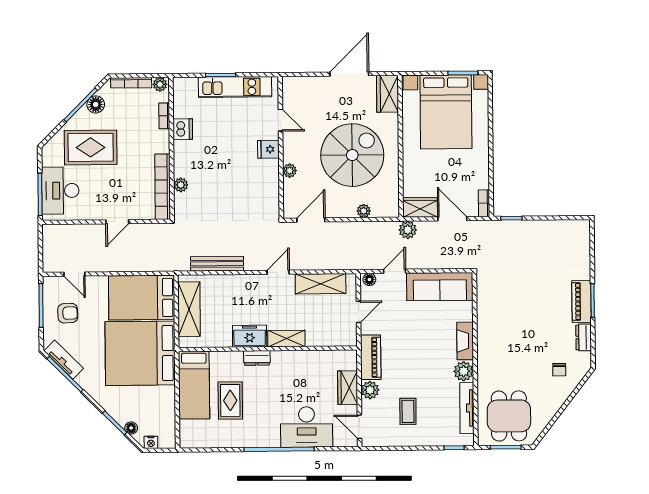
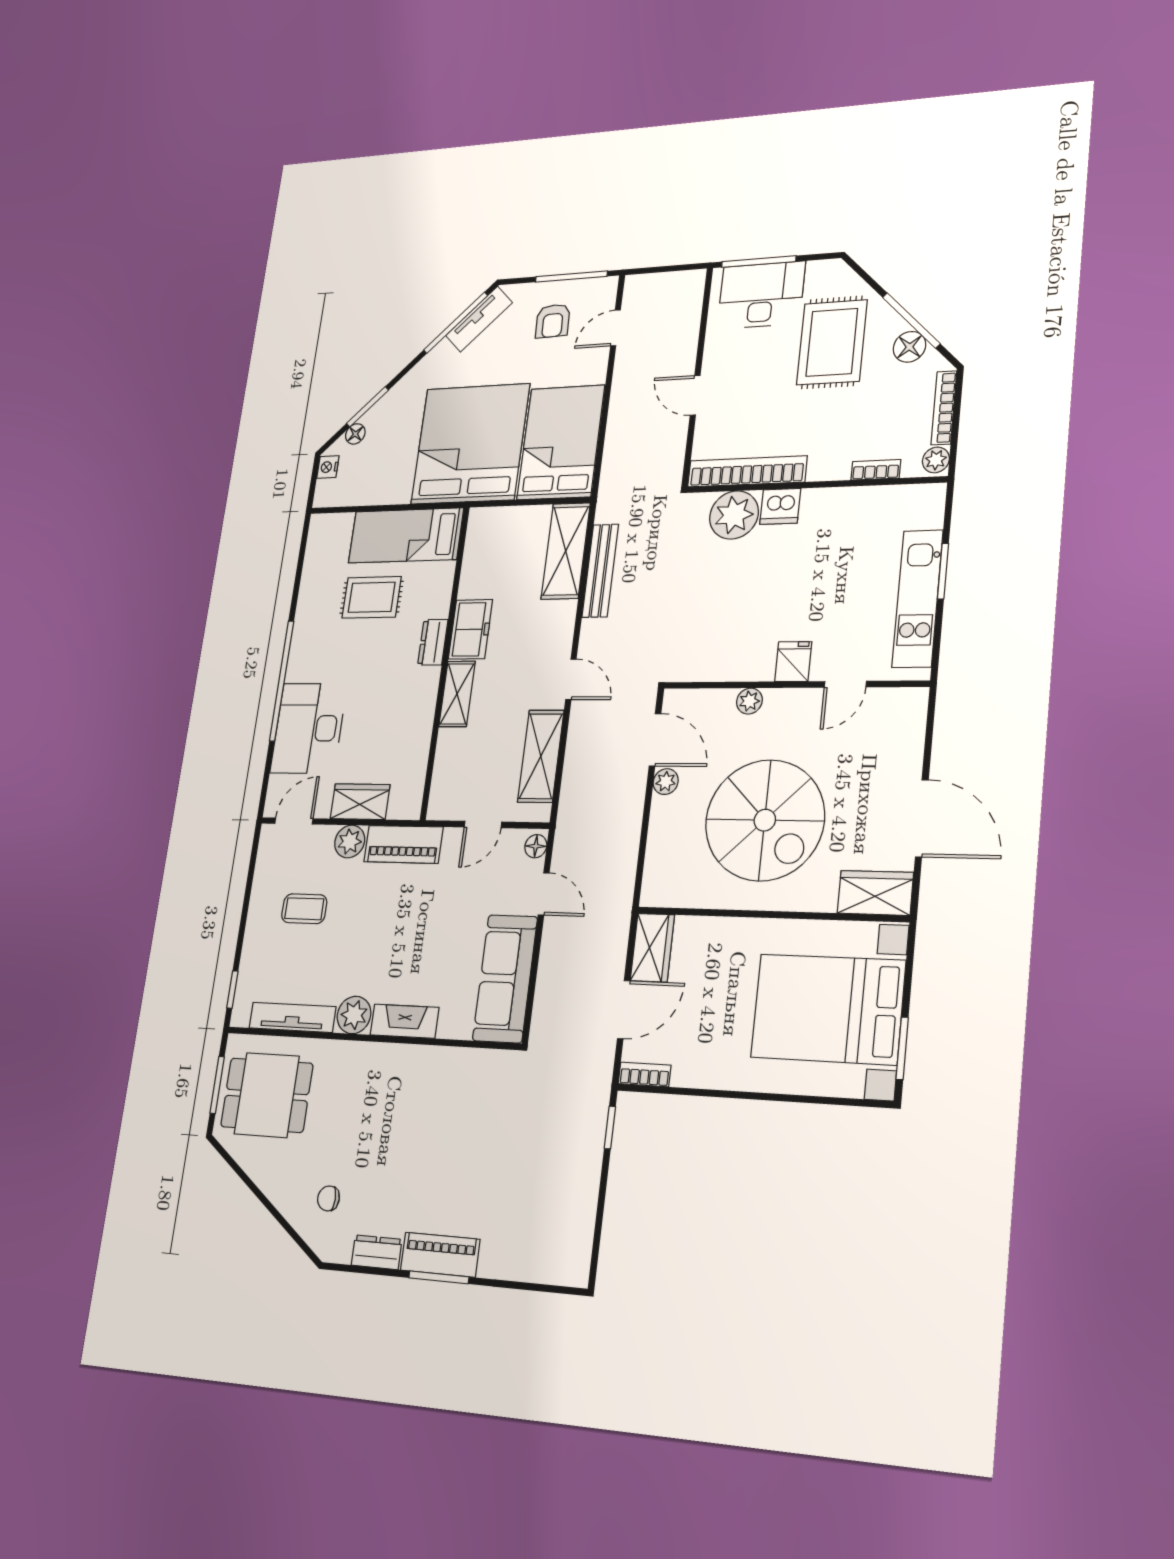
dishwasher: (183, 129) -> (780, 506), moved
plant: (181, 185) -> (734, 515), width x1.88, depth x1.88
plant: (364, 211) -> (666, 782), moved
plant: (408, 230) -> (614, 922), removed
shelving: (189, 309) -> (566, 551), moved, turned 90
door: (359, 312) -> (483, 824), hinge flipped

